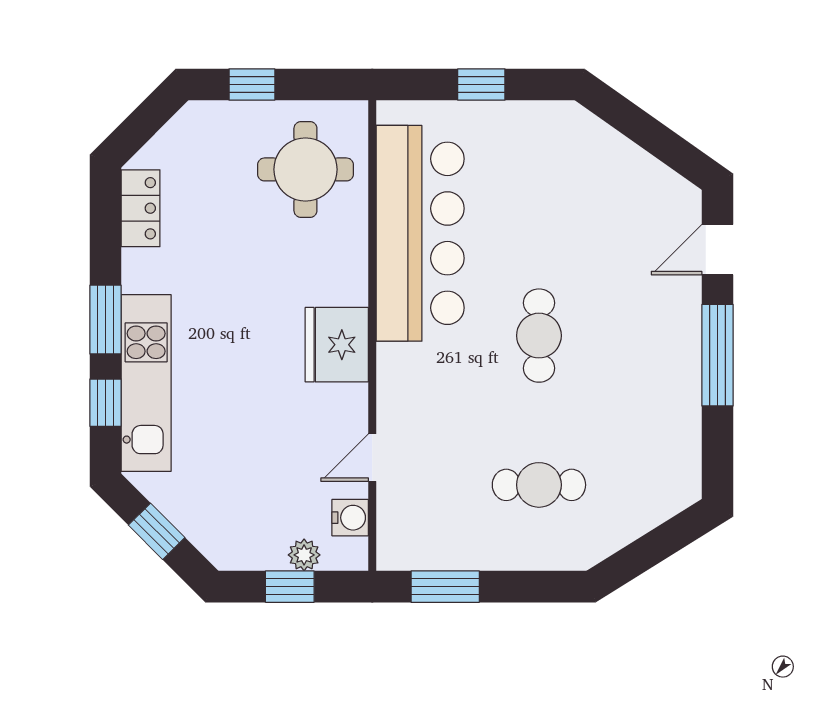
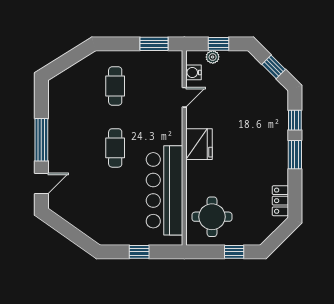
kitchen unit: (146, 383) -> (278, 128), removed
cafe table: (539, 485) -> (115, 86), turned 90

